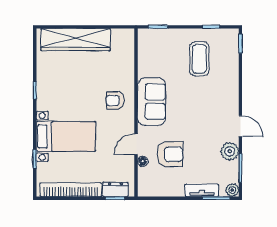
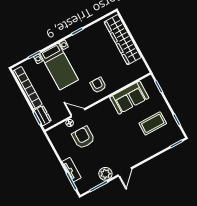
sofa: (152, 102) -> (129, 98), moved
armchair: (170, 154) -> (83, 137), turned 180
plant: (232, 190) -> (82, 189), removed

